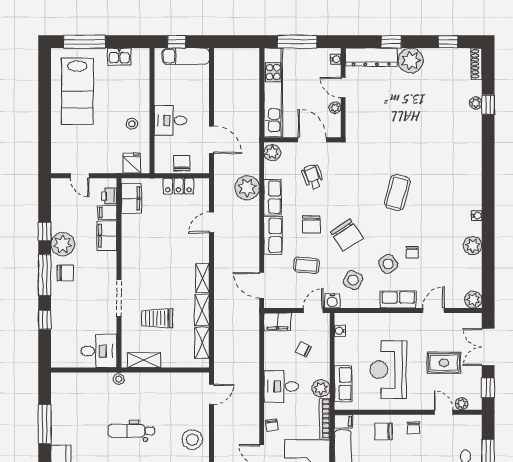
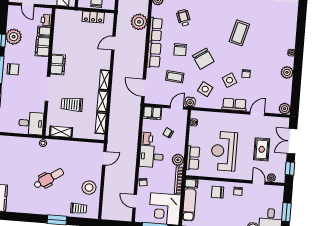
filing cabinet: (131, 198) -> (58, 65), moved
plant: (63, 244) -> (14, 37), moved
printer: (272, 360) -> (147, 138), added
rug: (444, 363) -> (262, 149), turned 90
dental chair: (131, 431) -> (49, 178), turned 147

